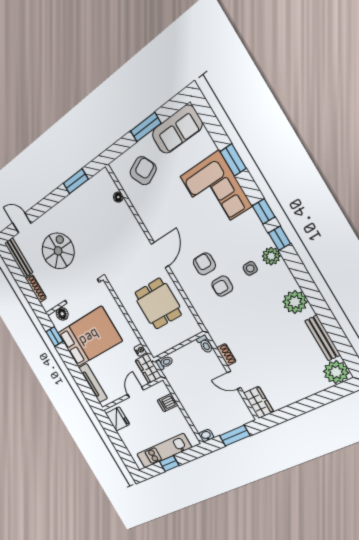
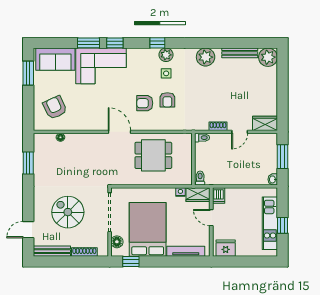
window: (146, 127) -> (28, 73), moved
sofa: (177, 129) -> (55, 59), moved, turned 90
window: (264, 211) -> (115, 43), moved
dishwasher: (167, 403) -> (219, 196), moved

